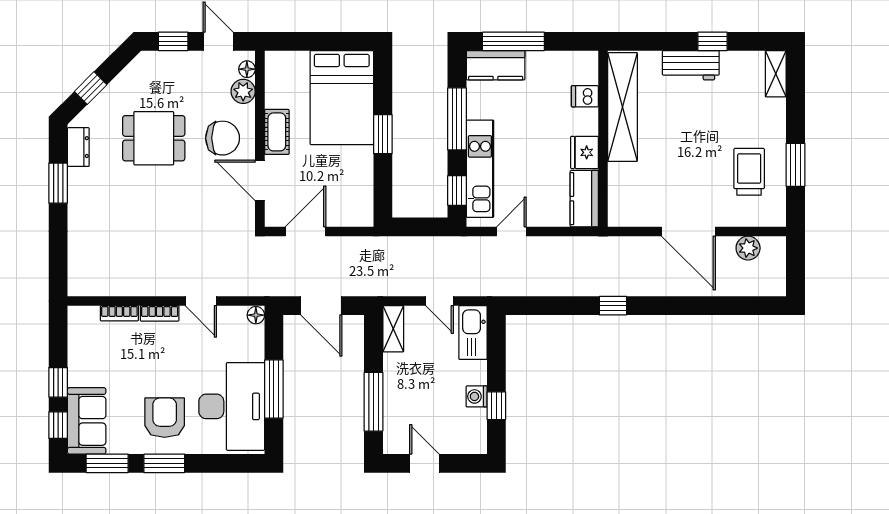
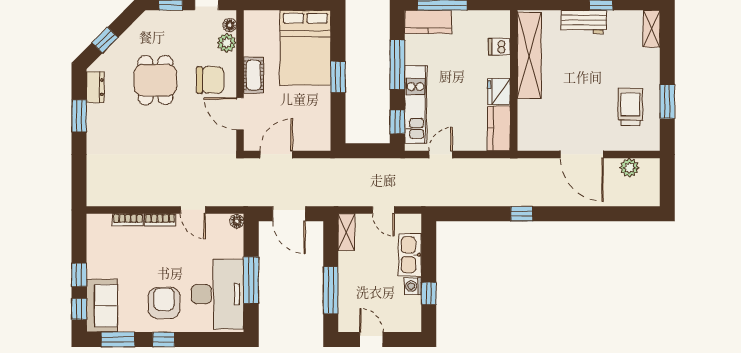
dining table: (154, 138) -> (155, 80), turned 90
kitchen sink: (473, 333) -> (410, 255), moved
window: (164, 463) -> (164, 339), width x0.67

